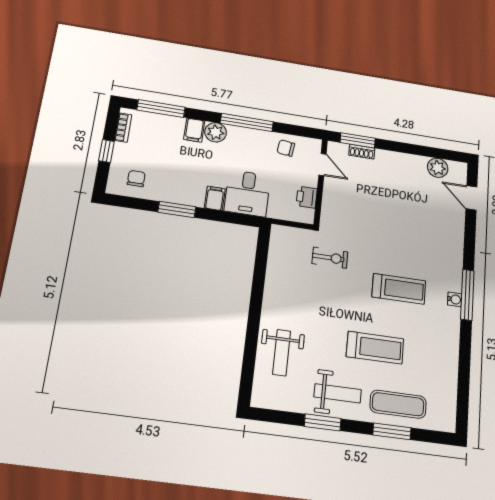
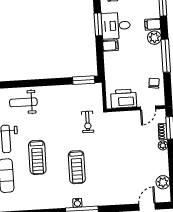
plant: (383, 156) -> (163, 145), added
desk: (247, 193) -> (116, 26), moved
printer: (307, 197) -> (124, 99), width x1.87, depth x1.48
window: (262, 250) -> (84, 80), added

